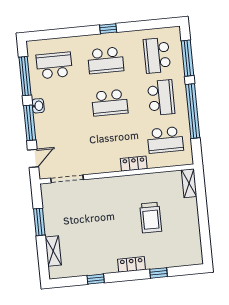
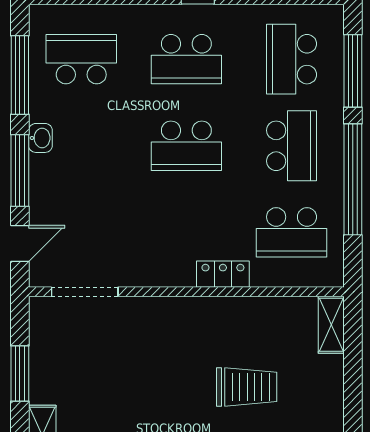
trolley: (151, 218) -> (247, 387), turned -90

